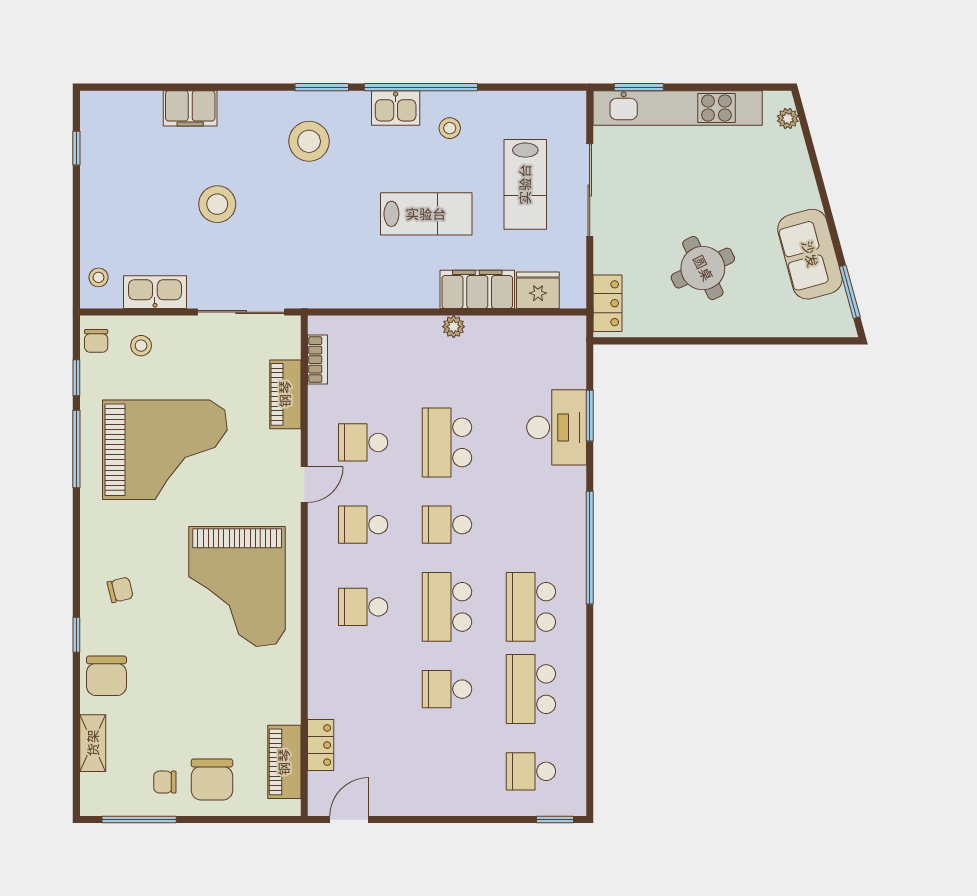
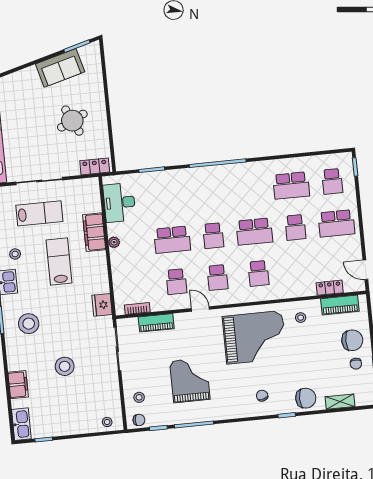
fridge: (538, 290) -> (102, 305), moved
kitchen sink: (155, 292) -> (21, 424), moved, turned 180
desk: (557, 427) -> (119, 203), moved, turned -90
grand piano: (165, 450) -> (190, 380), width x0.73, depth x0.68
school desk: (531, 607) -> (336, 223), moved
stool: (267, 682) -> (301, 318), added

